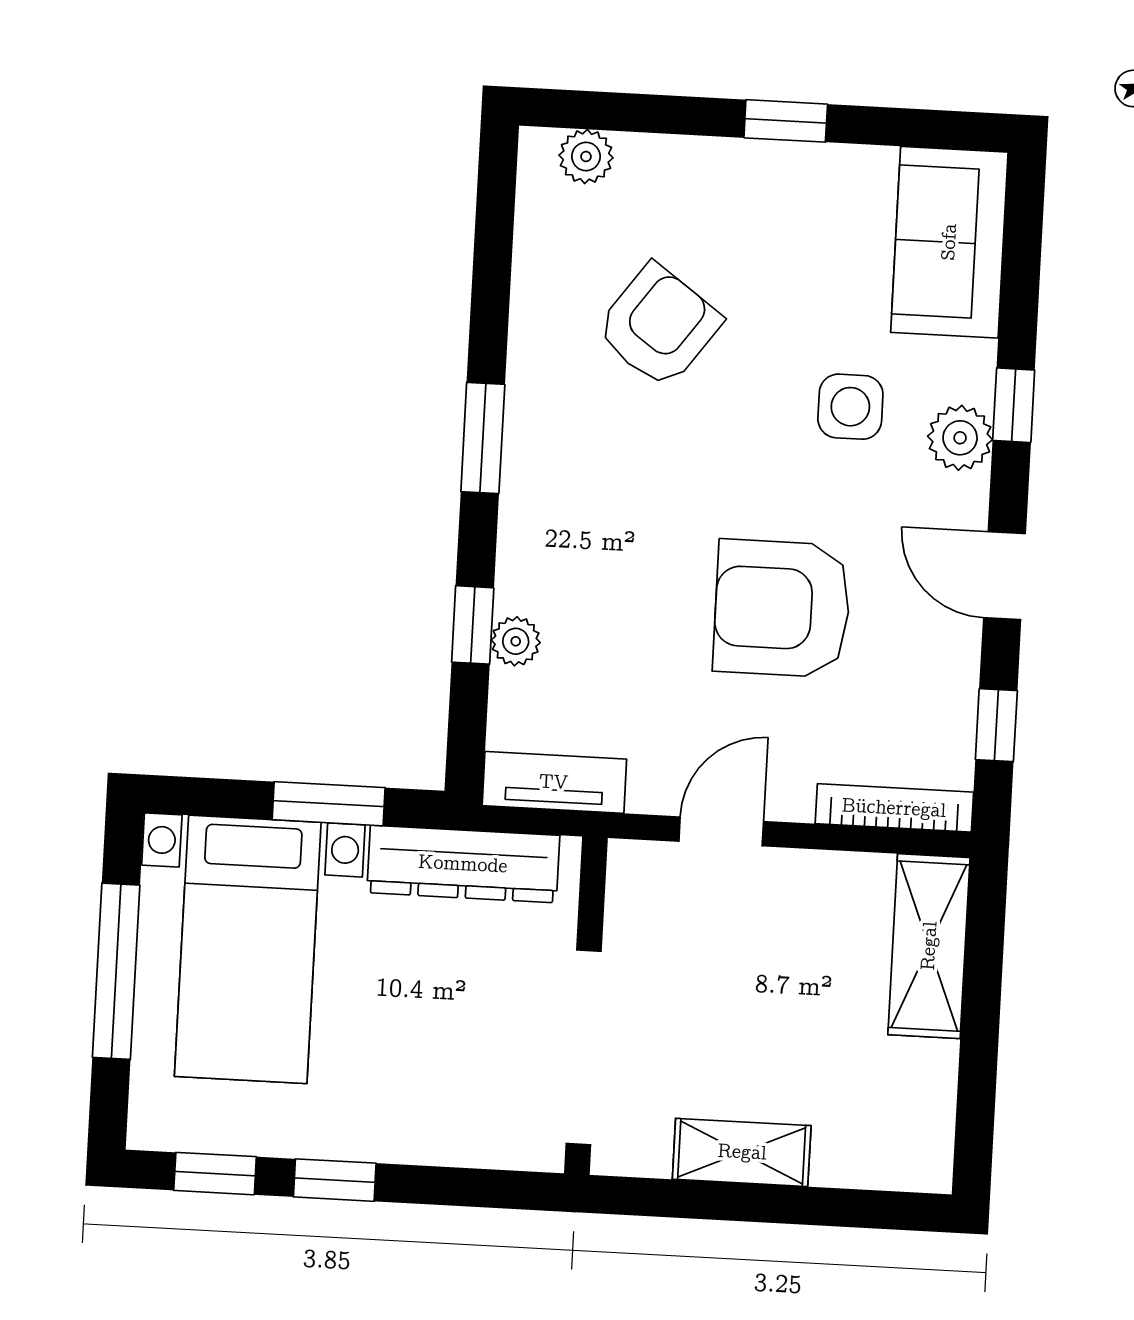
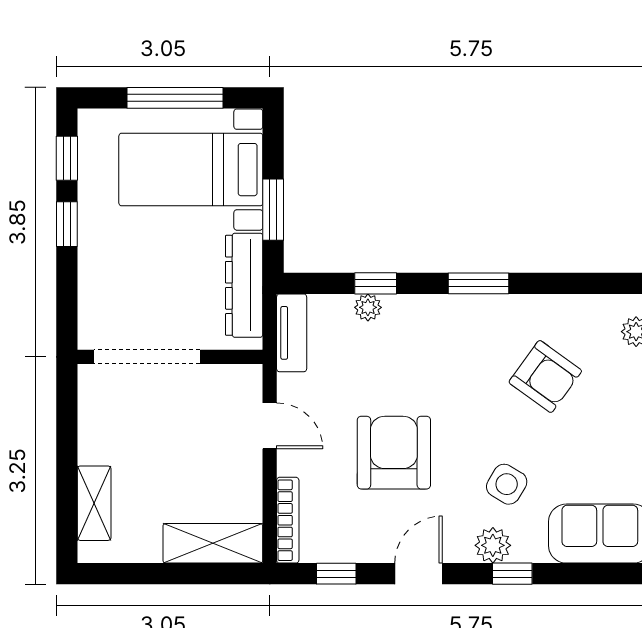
side table: (850, 407) -> (507, 484), turned 31
shelving: (742, 1152) -> (94, 503), moved

